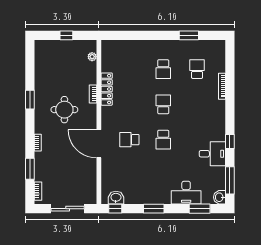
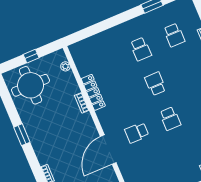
school desk: (197, 69) -> (174, 35), turned 180
round table: (64, 110) -> (31, 85), moved, width x1.36, depth x1.36
door: (99, 144) -> (108, 150), hinge flipped

